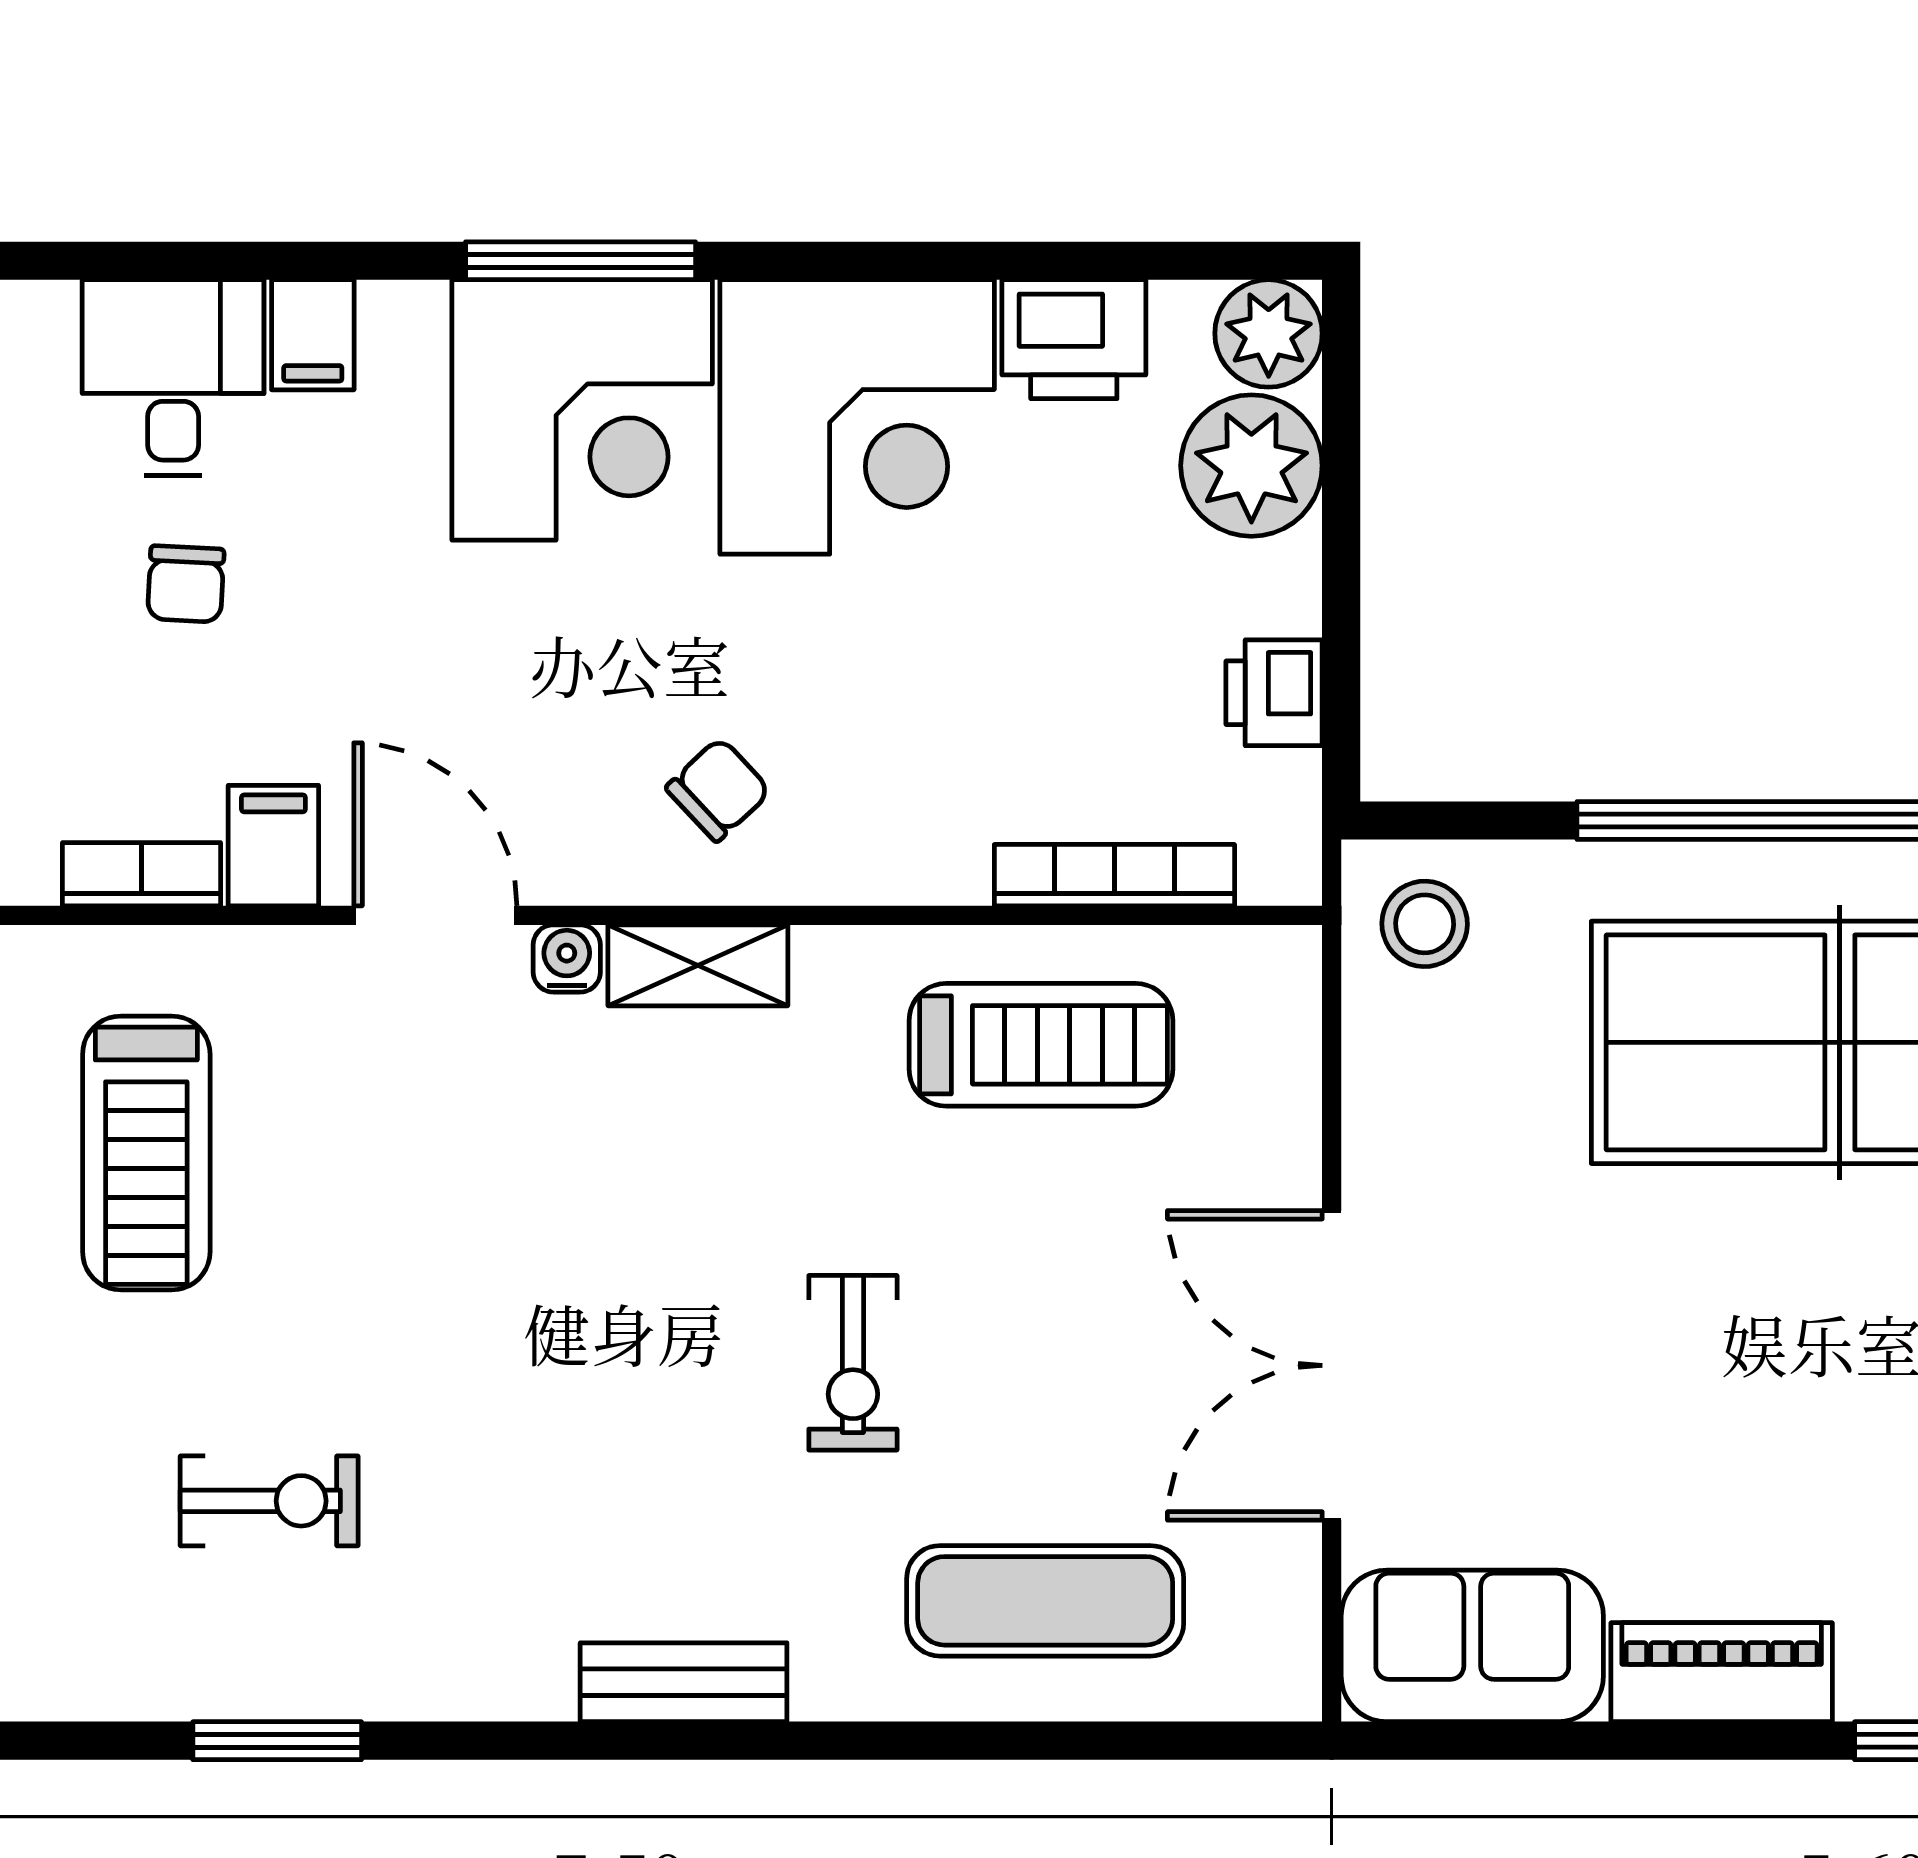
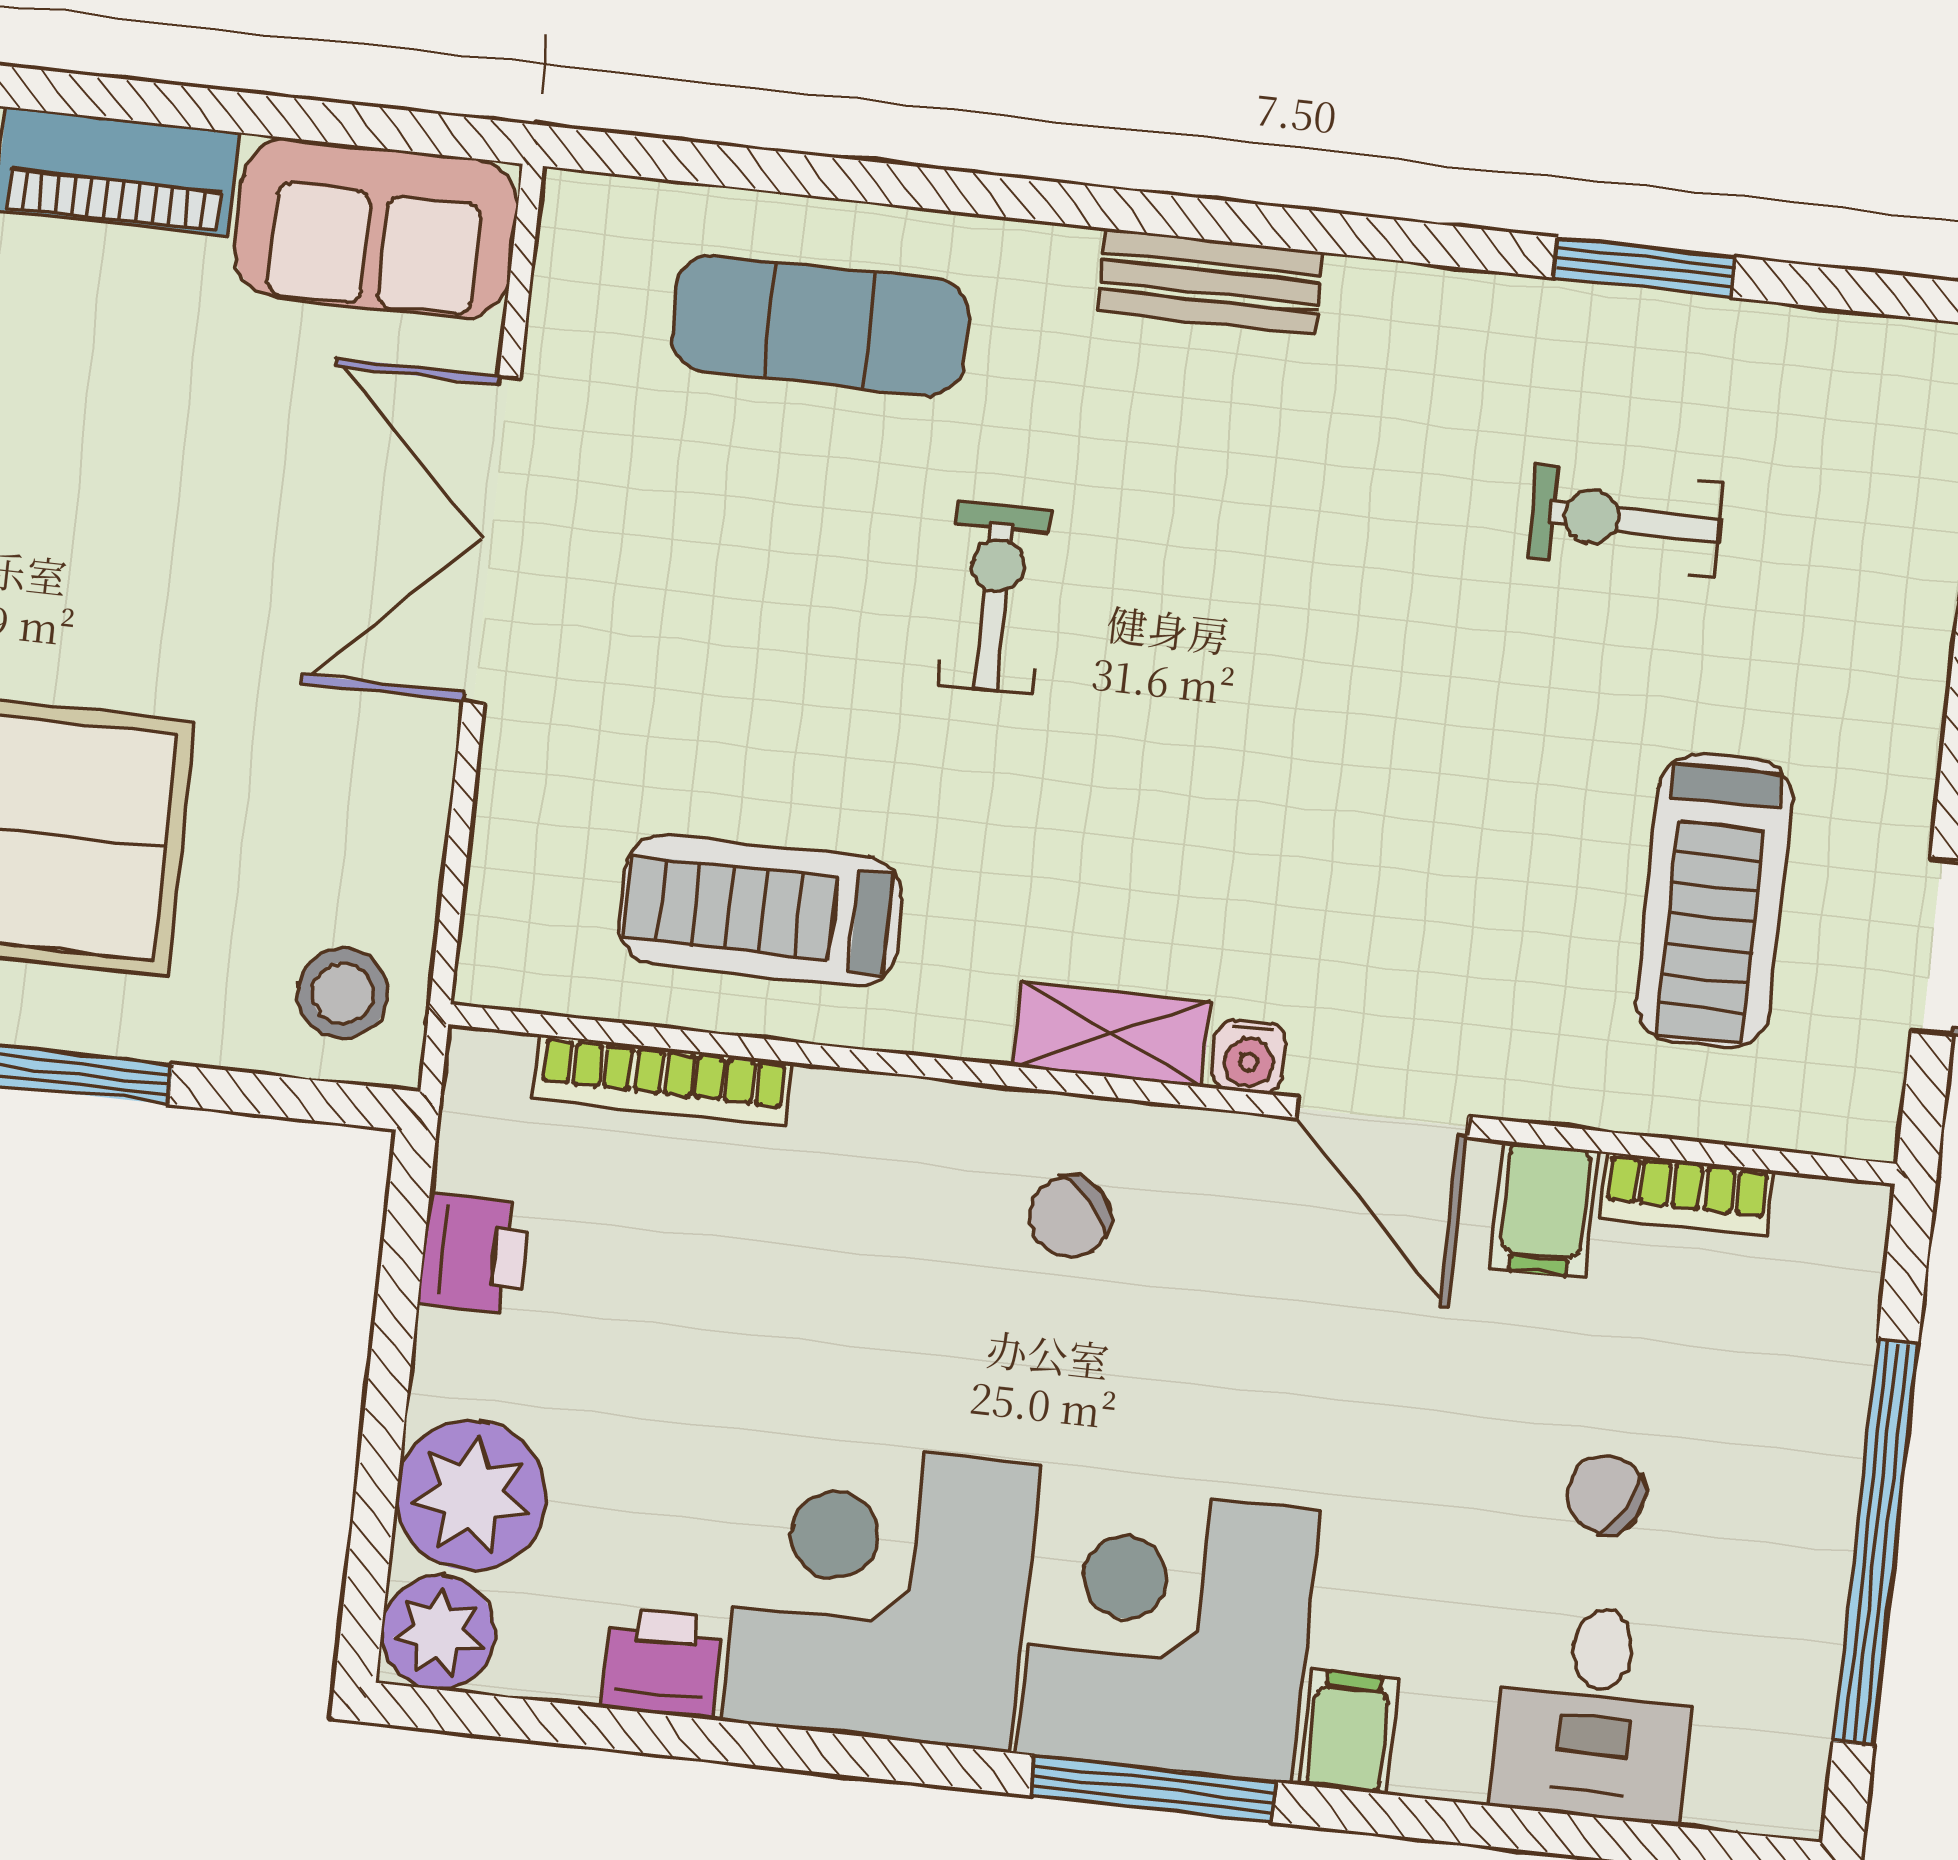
filing cabinet: (313, 335) -> (1349, 1732), moved
printer: (1074, 339) -> (662, 1663), width x0.73, depth x0.81
chair: (186, 584) -> (1606, 1495), turned -63
treadmill: (146, 1153) -> (1714, 901), turned 180
double door: (1332, 1365) -> (491, 540), swing flipped

